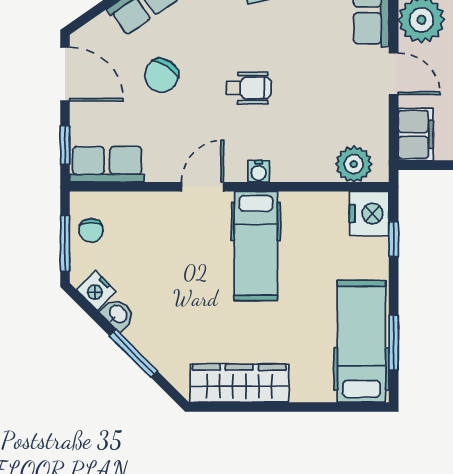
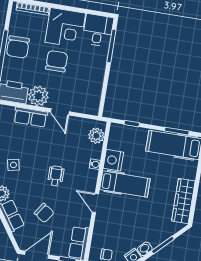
door: (394, 74) -> (60, 112), swing flipped
filing cabinet: (416, 134) -> (88, 107), removed
water cooler: (259, 171) -> (95, 164), moved
nightstand: (369, 214) -> (113, 160), moved, turned -90

